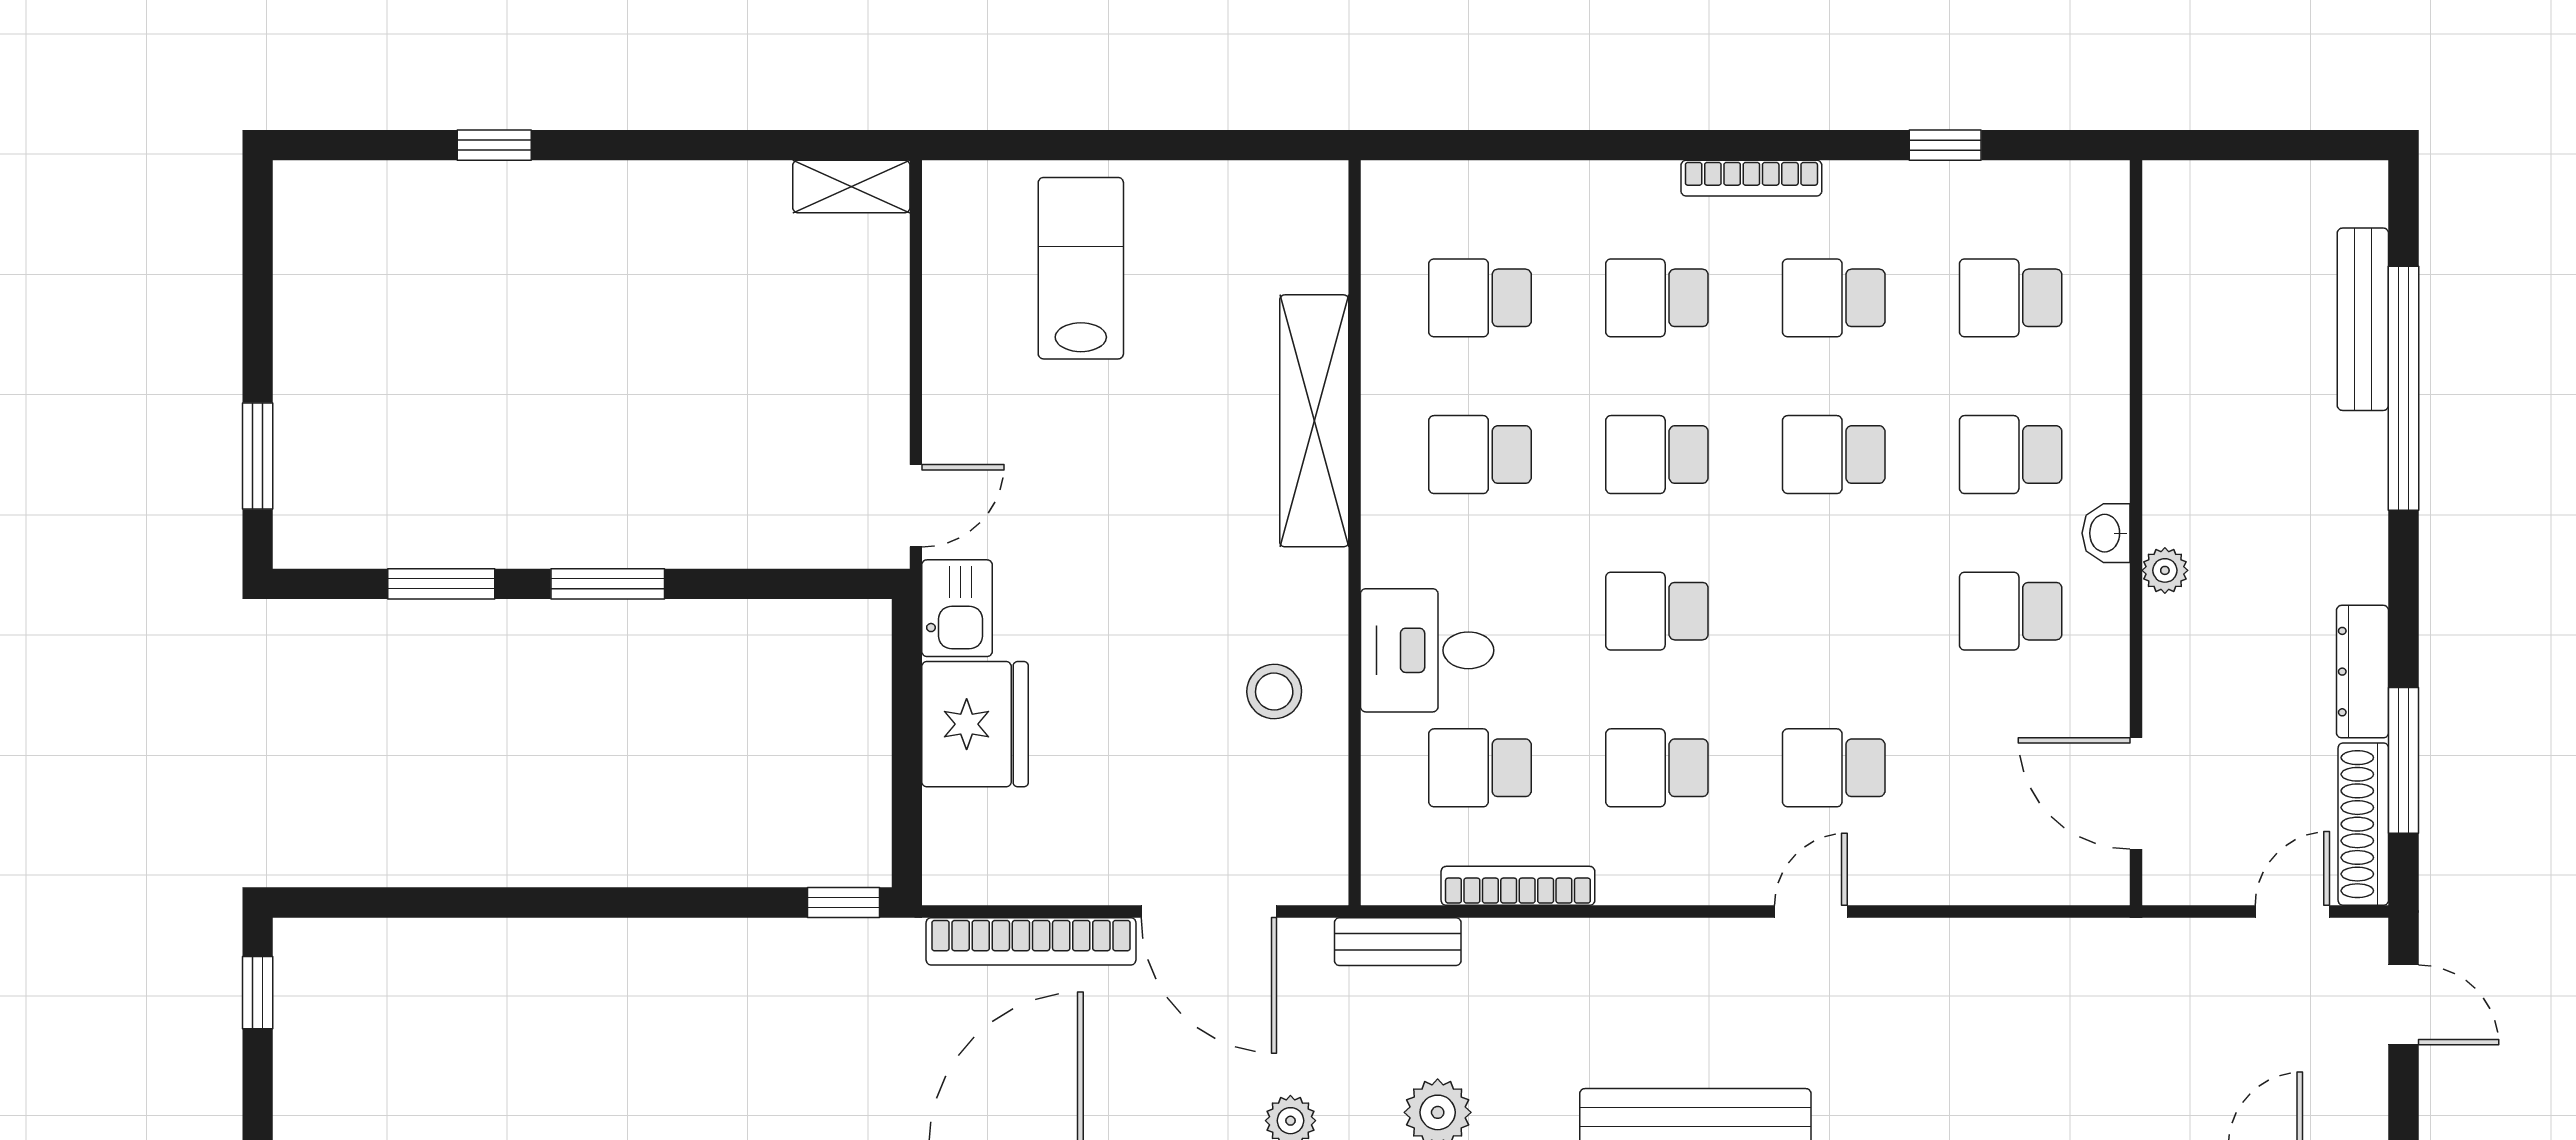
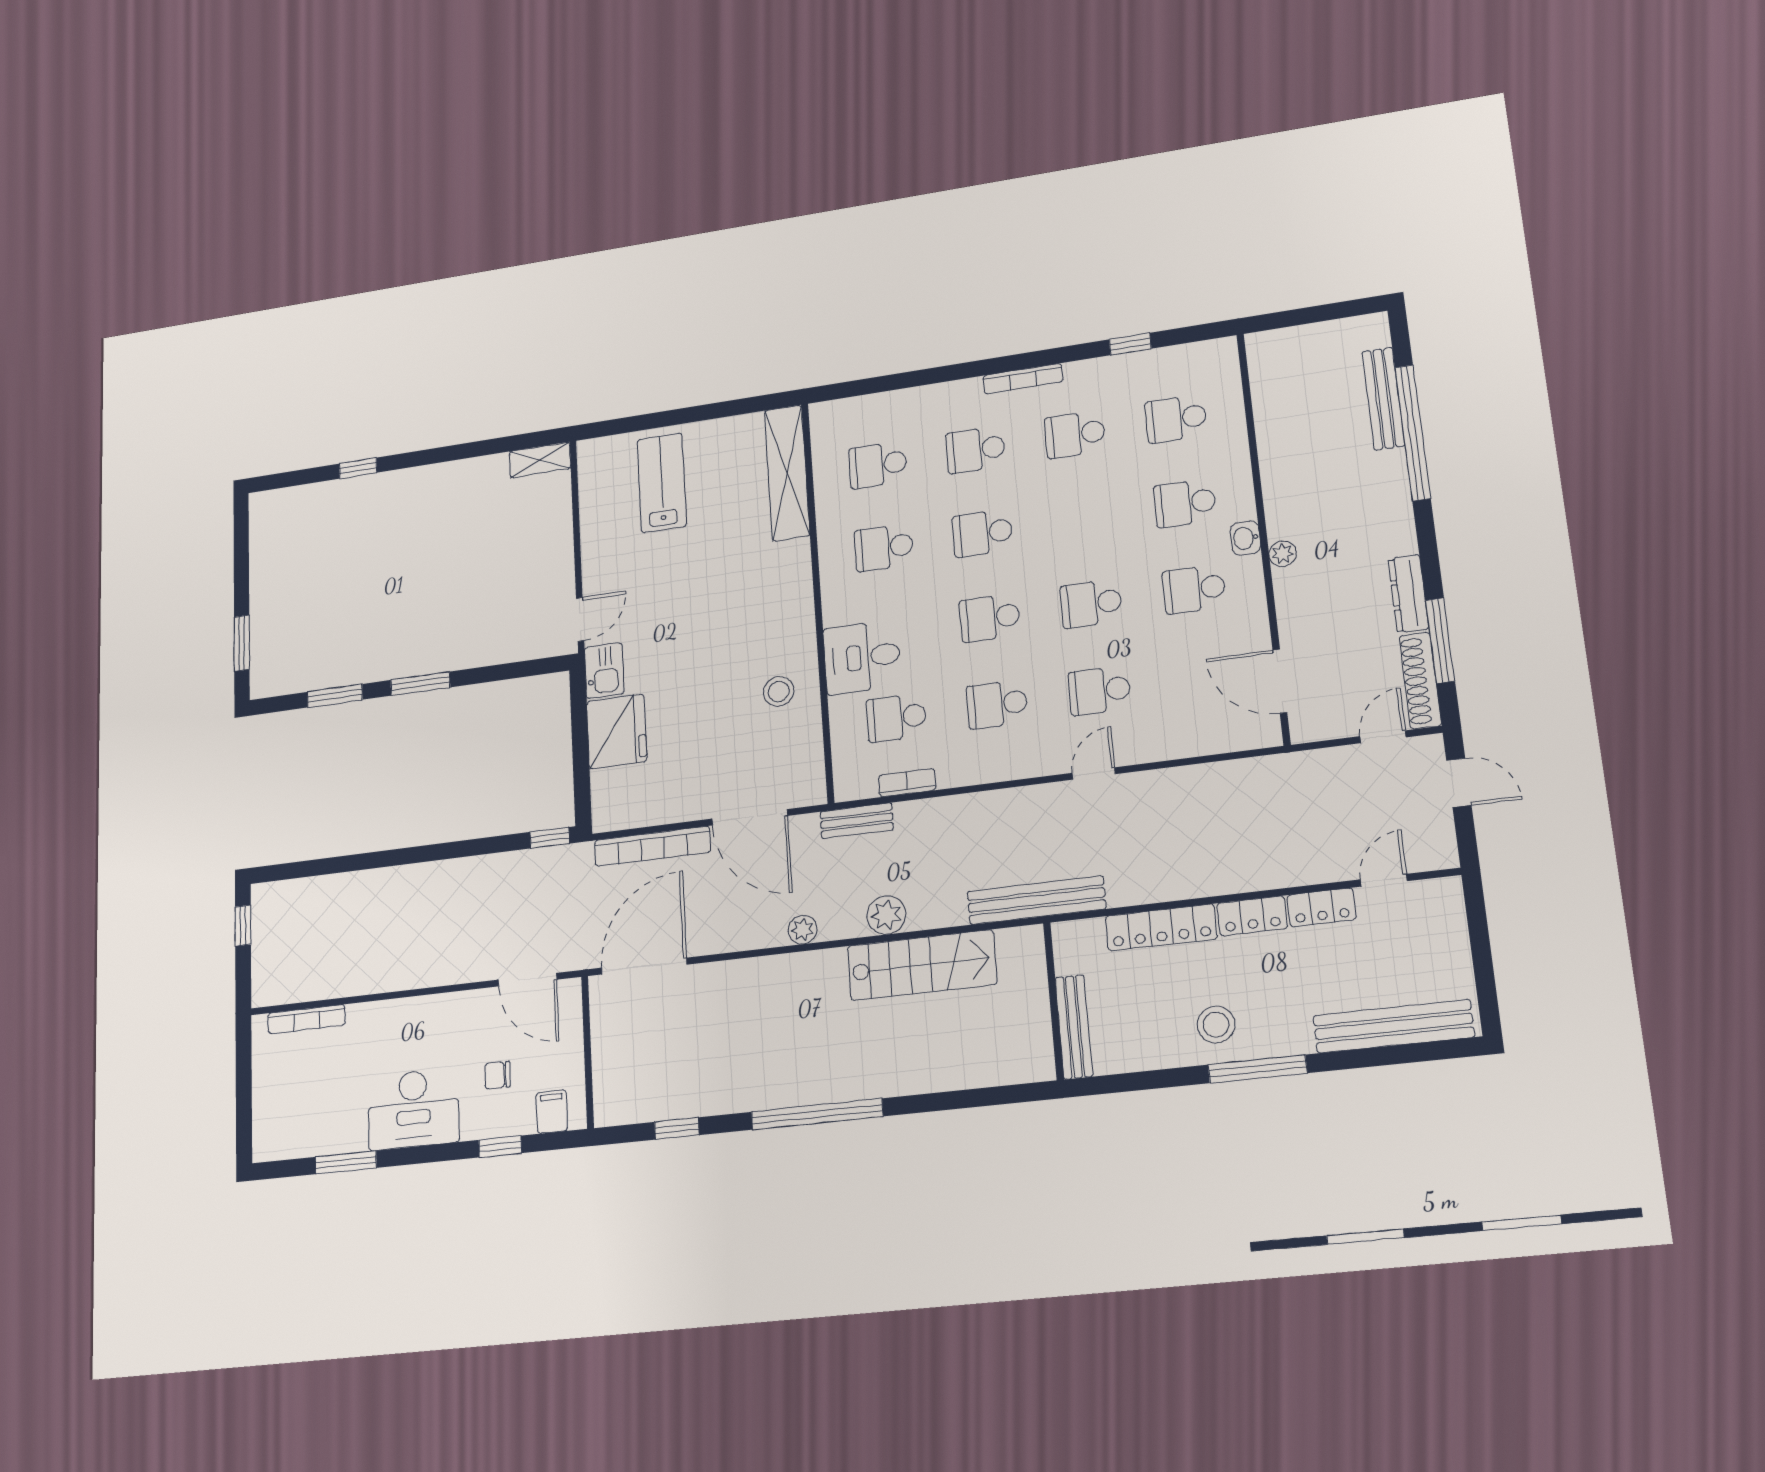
shelving: (1314, 421) -> (787, 473), moved
school desk: (1834, 455) -> (1091, 604), moved
bookcase: (1518, 886) -> (907, 783), width x0.64

